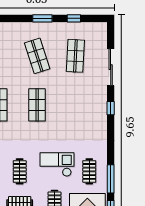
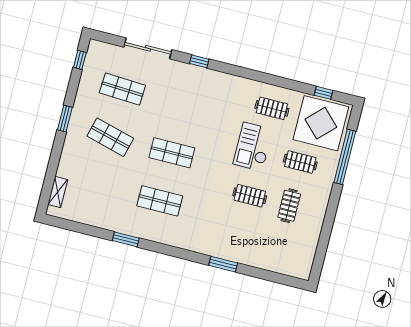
window: (74, 18) -> (80, 60), moved
shop shelf: (37, 56) -> (110, 137), turned 33
window: (111, 179) -> (288, 84), removed

